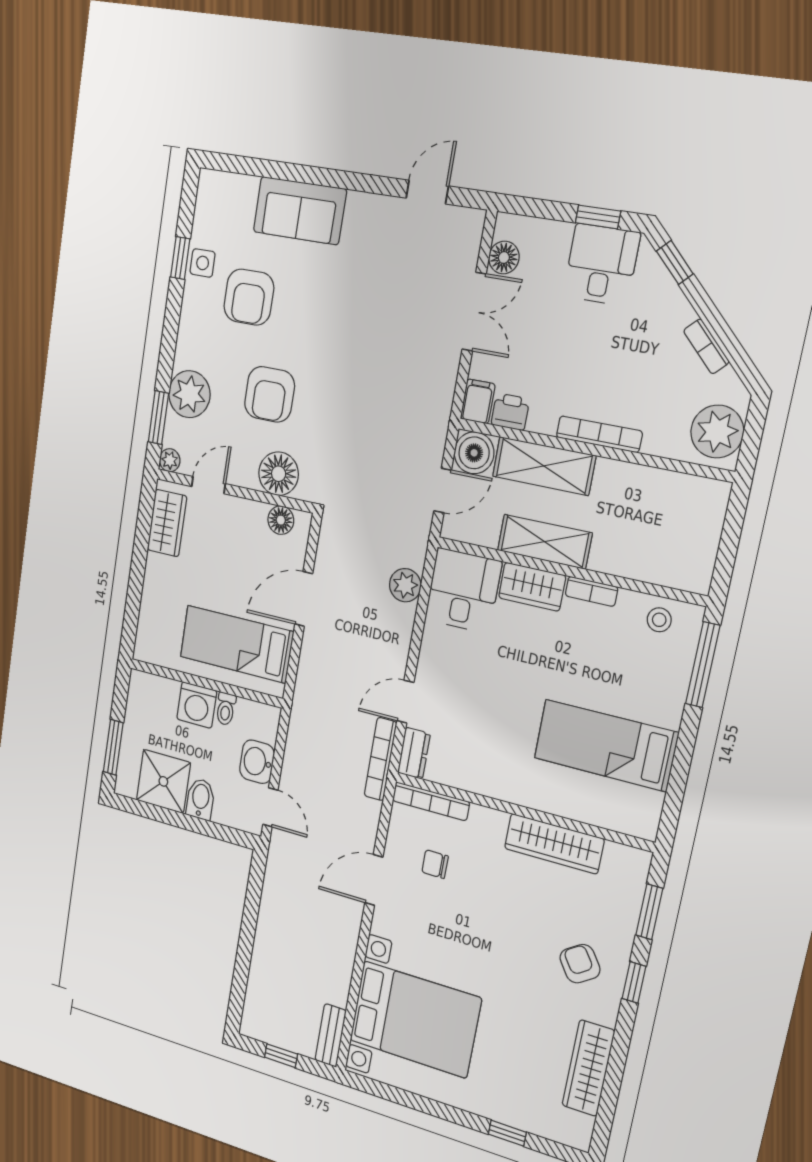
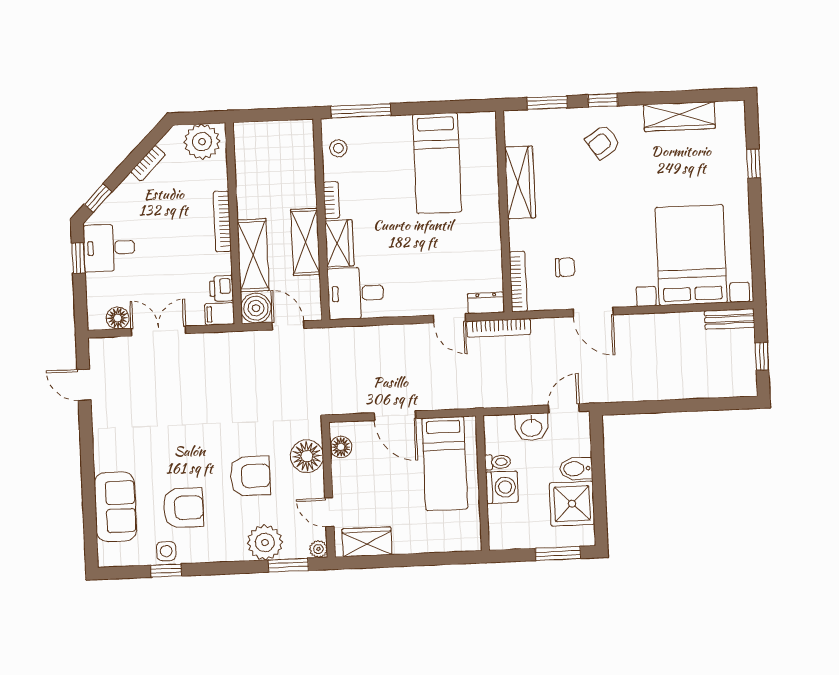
sofa: (300, 211) -> (115, 507), moved
plant: (405, 585) -> (364, 338), removed
chair: (435, 864) -> (565, 267), turned -90

